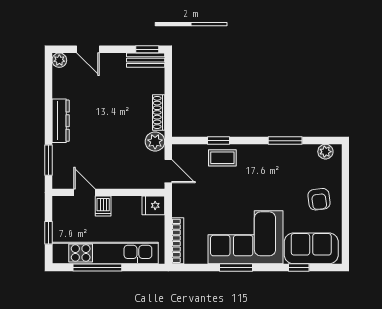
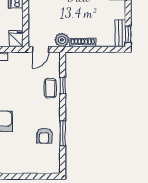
plant: (325, 152) -> (55, 162), removed
armchair: (319, 199) -> (44, 136), moved, turned -83

